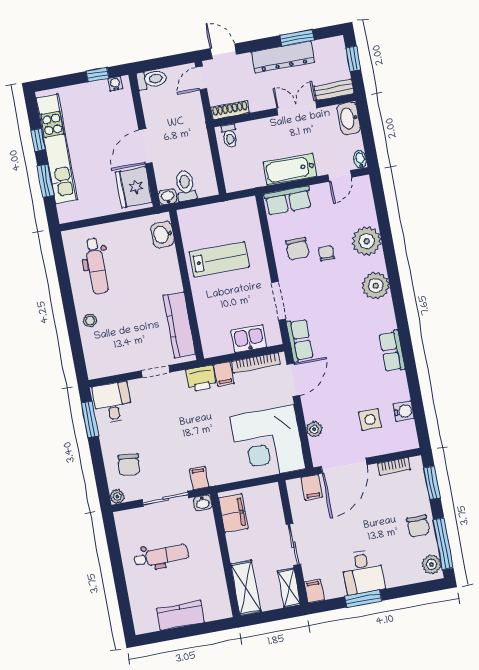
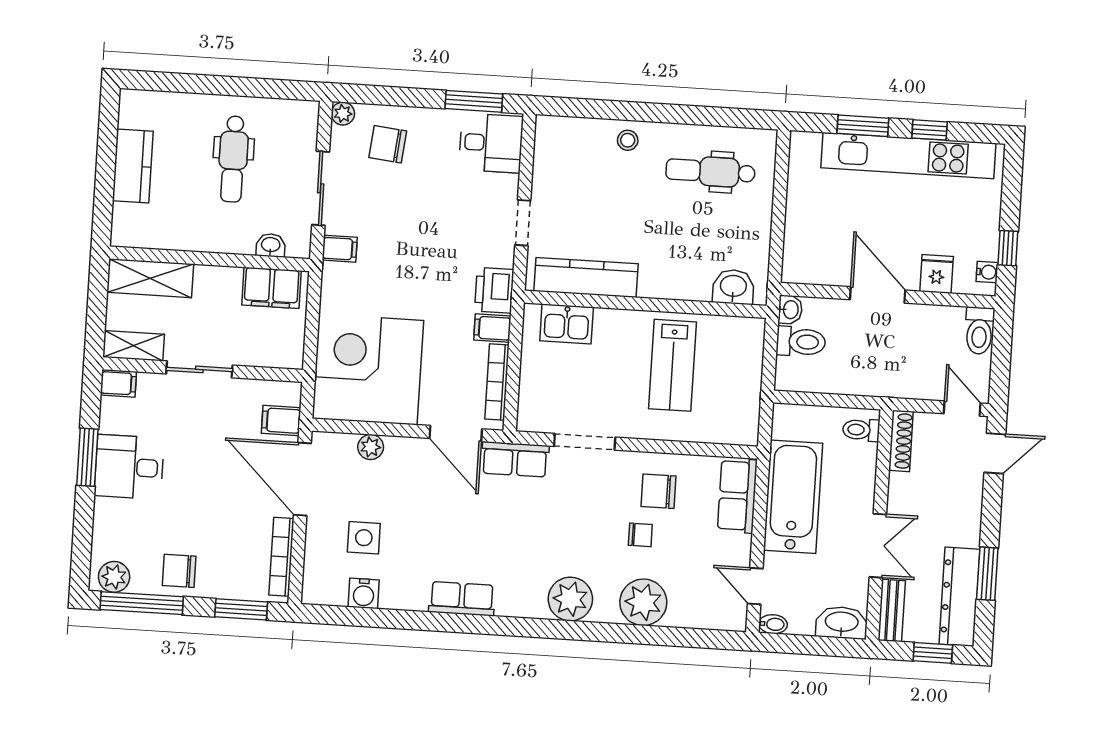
dresser: (283, 57) -> (959, 597), moved
bathtub: (290, 169) -> (793, 497), width x1.36, depth x1.36
fridge: (134, 187) -> (937, 274), moved, width x0.53, depth x0.75
kitchen sink: (249, 339) -> (567, 324), moved, turned 90
bookcase: (394, 466) -> (281, 557), width x1.56
washbasin: (203, 503) -> (271, 245), moved, turned 90

